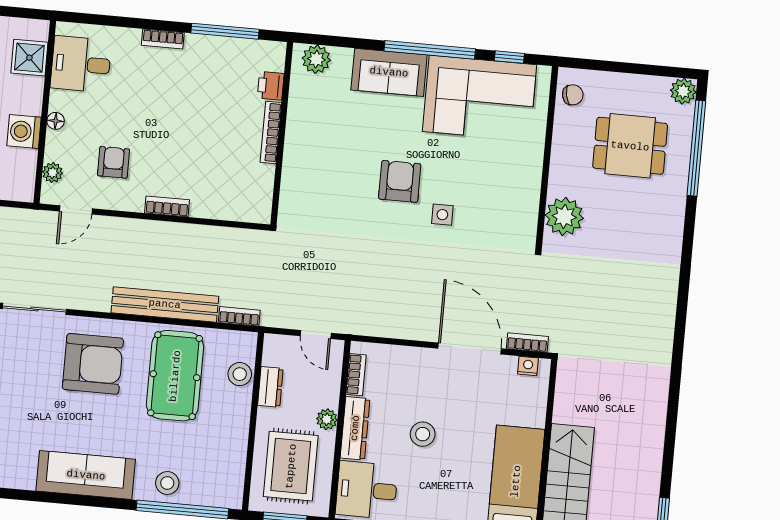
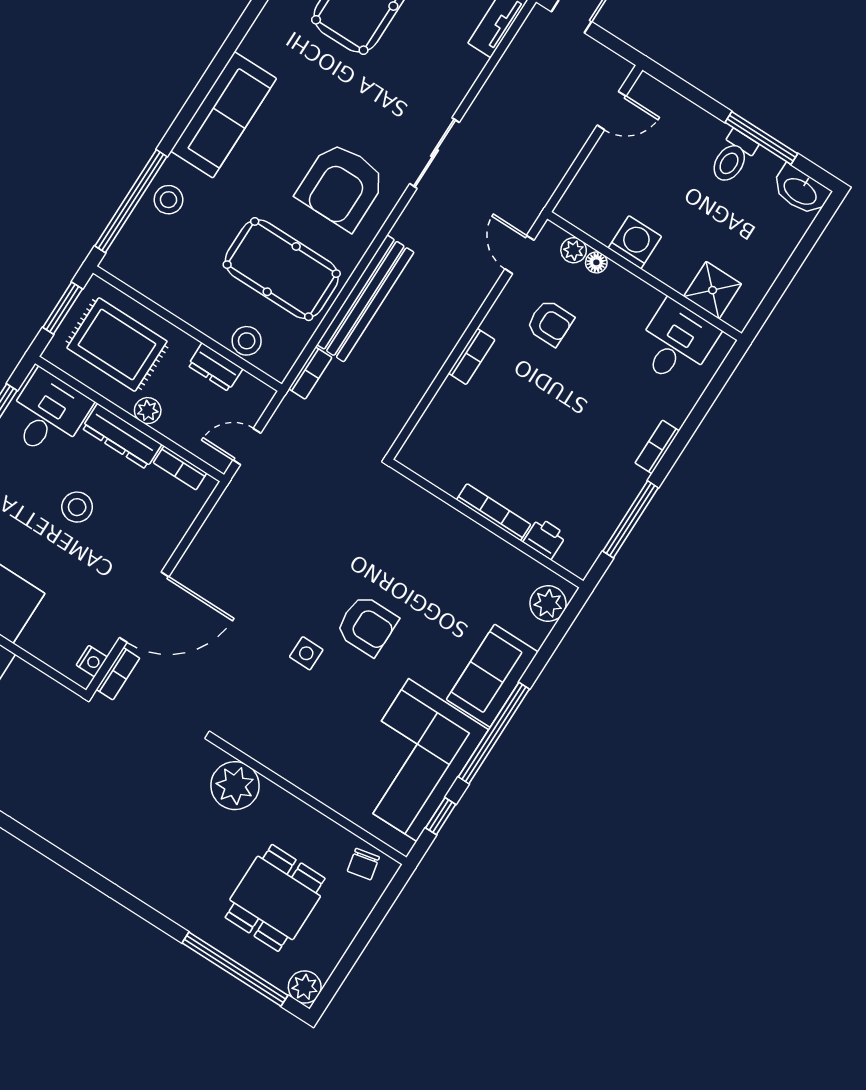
floor lamp: (56, 121) -> (596, 262), moved

